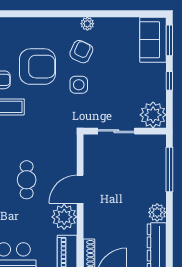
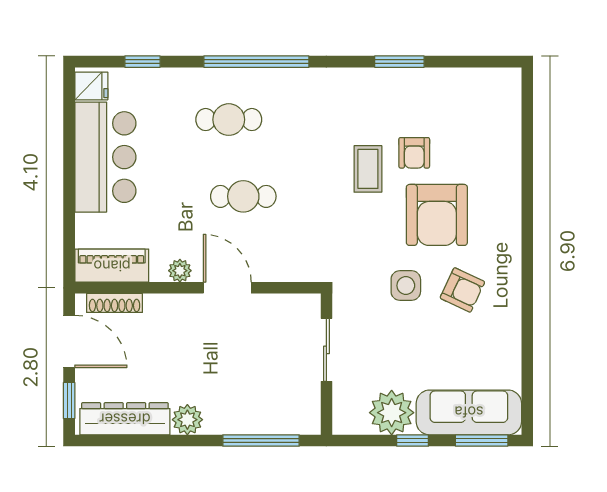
plant: (87, 24) -> (510, 300), removed
sofa: (153, 40) -> (469, 412), width x1.36
plant: (153, 115) -> (392, 413), moved
plant: (64, 217) -> (180, 271), width x0.53, depth x0.53

